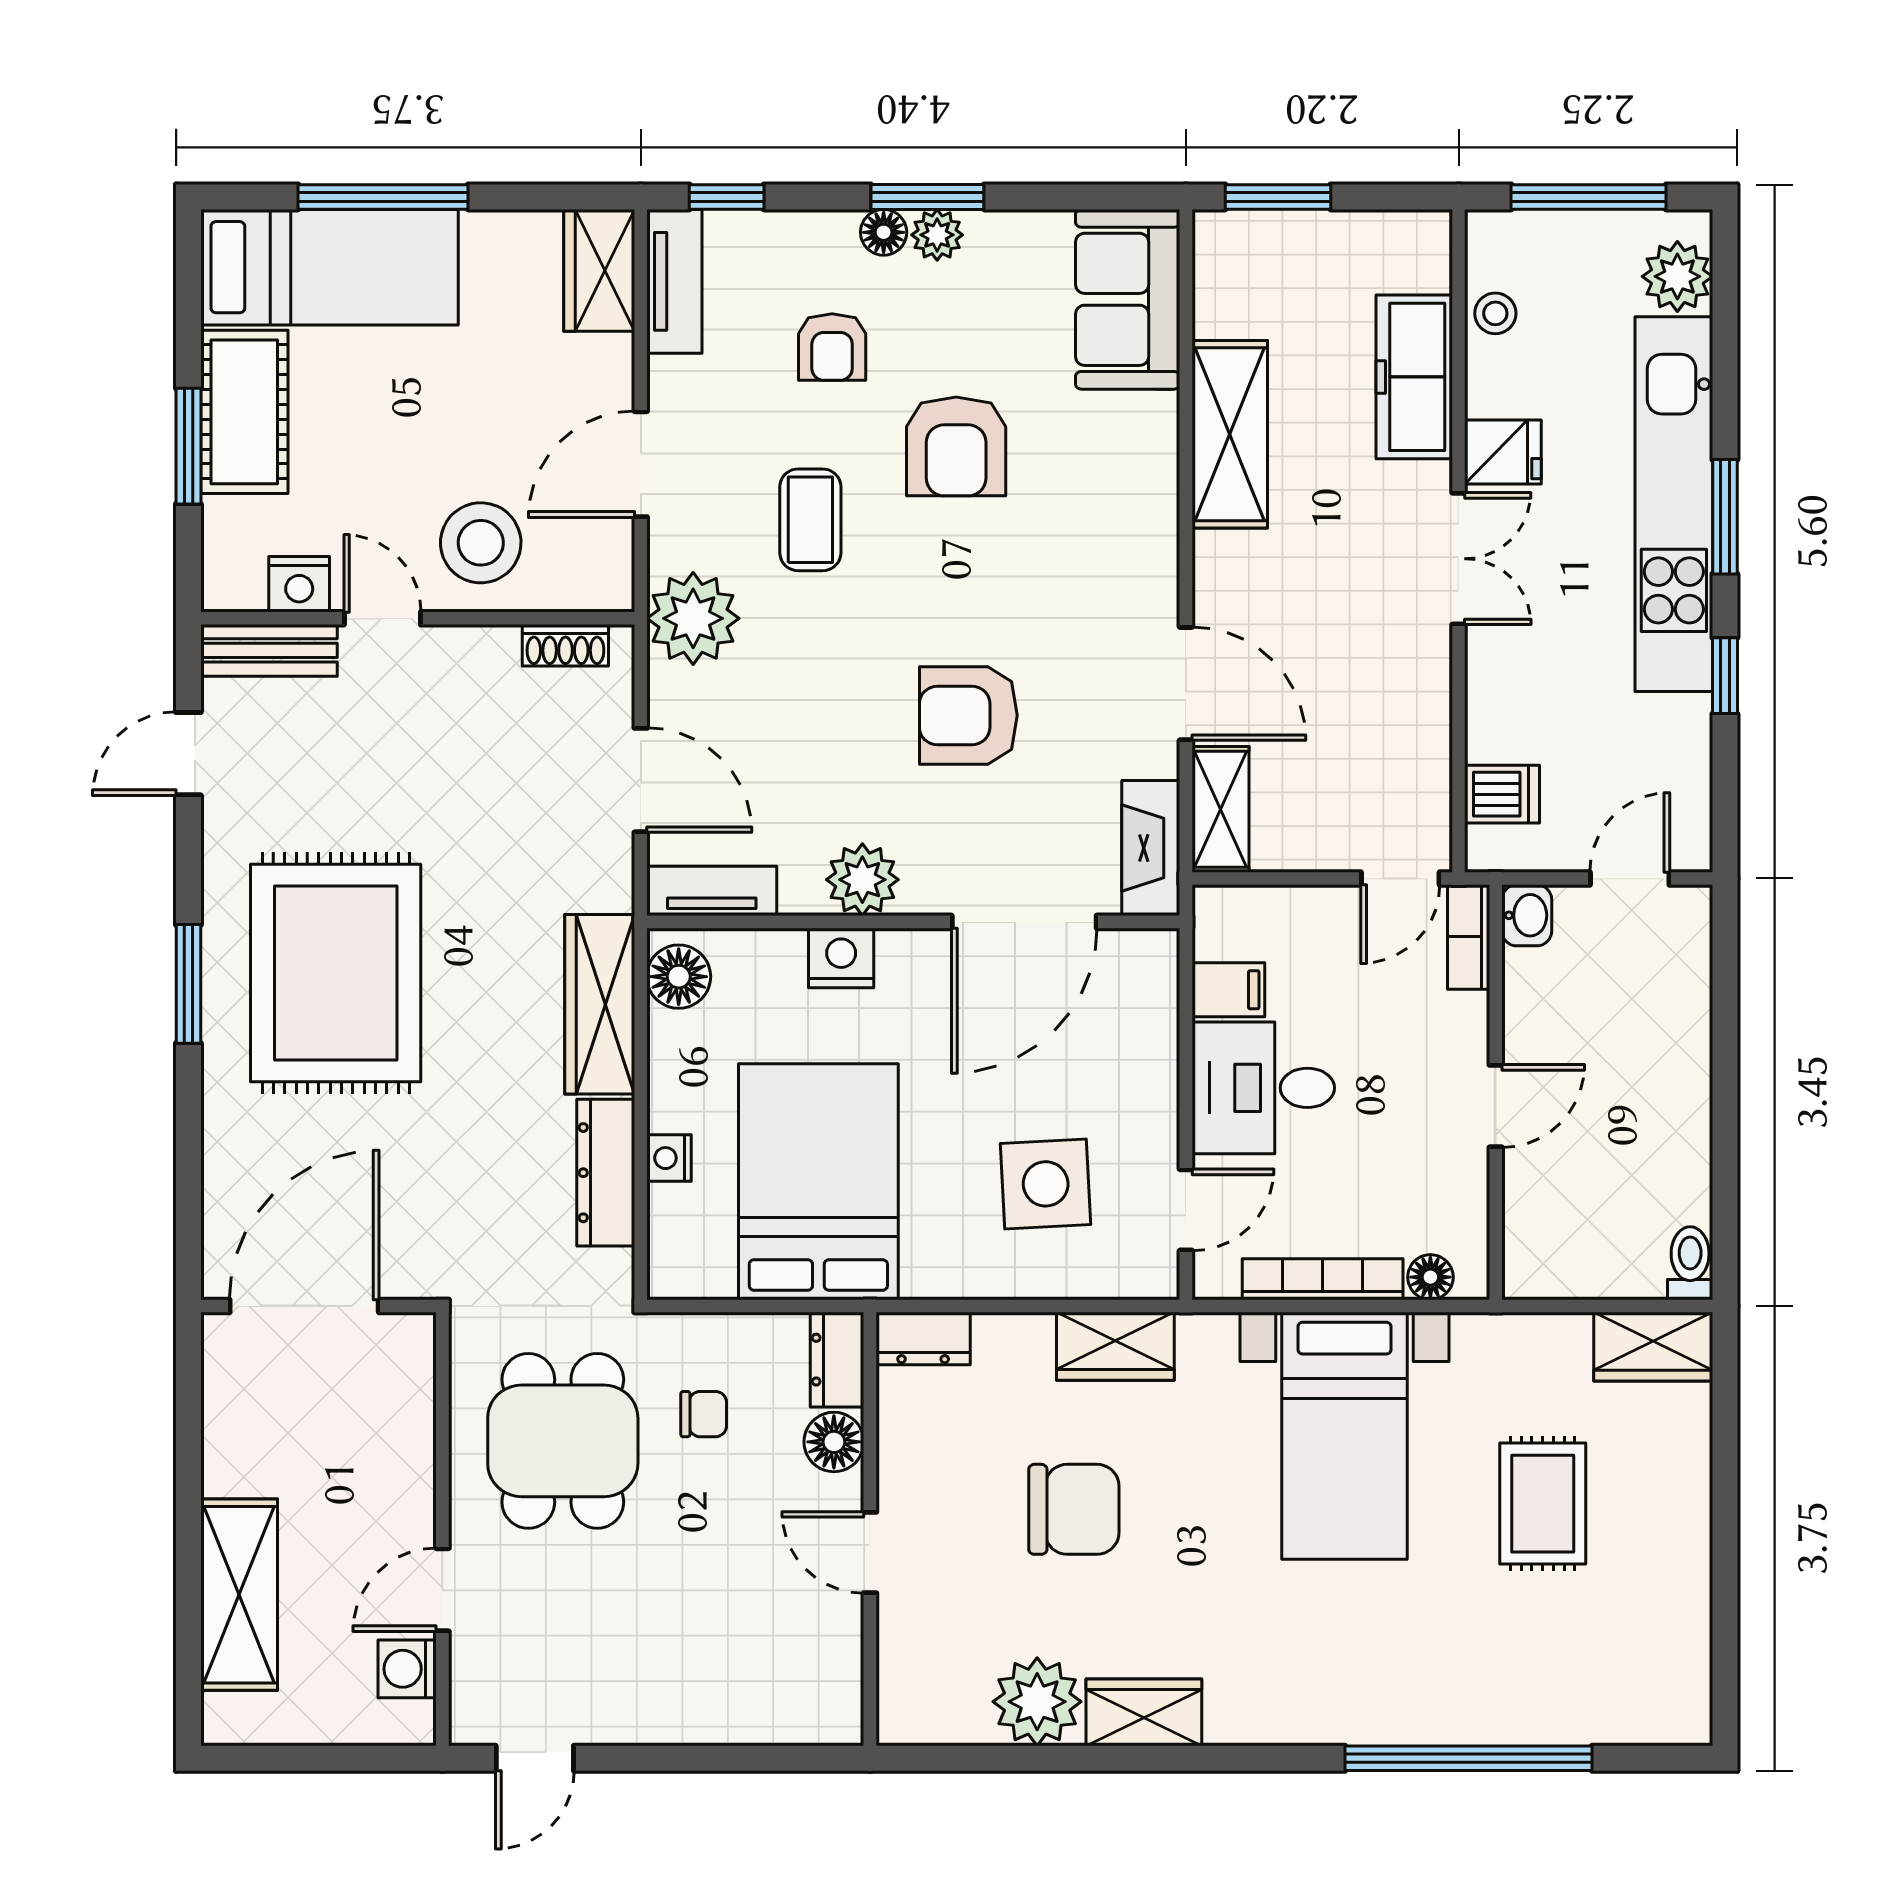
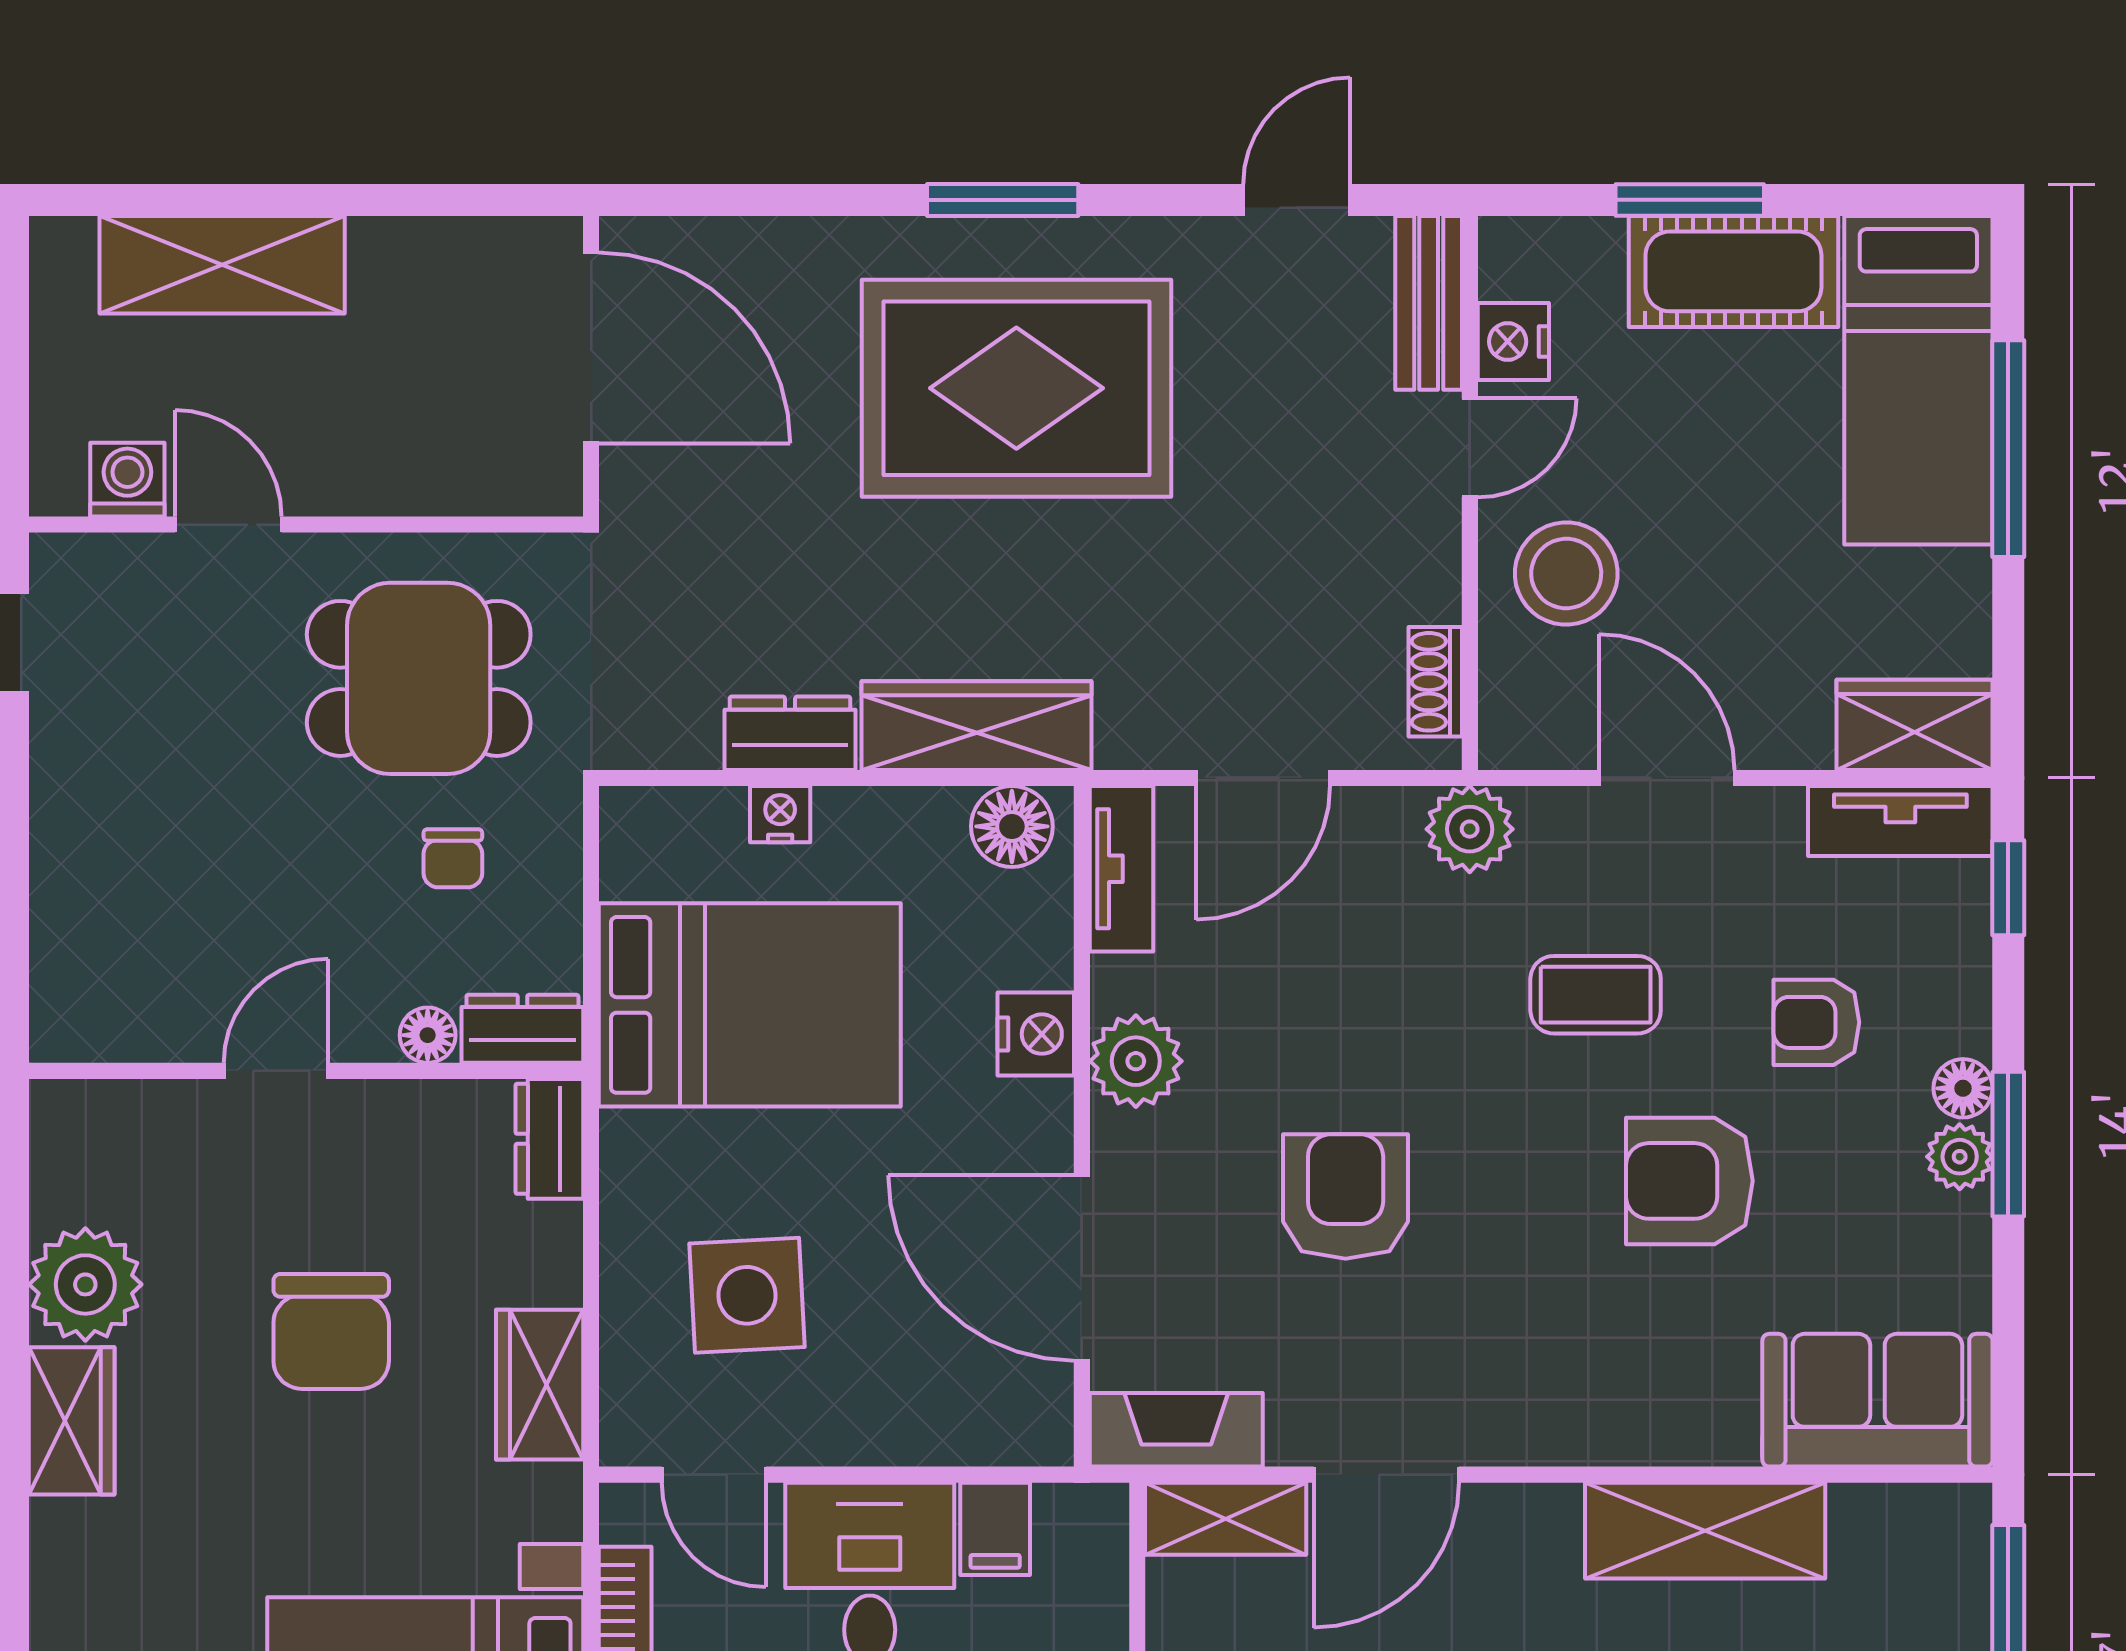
plant: (693, 618) -> (1470, 829), width x0.73, depth x0.73
door: (188, 754) -> (1297, 200), hinge flipped
dresser: (606, 1173) -> (790, 733), width x0.70
floor lamp: (834, 1442) -> (428, 1035), width x0.73, depth x0.73

